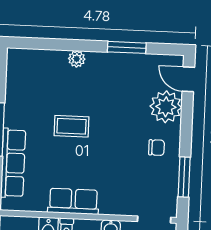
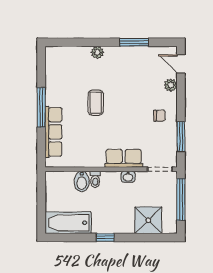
plant: (166, 107) -> (171, 85), width x0.53, depth x0.53
coffee table: (72, 126) -> (96, 103), turned 90
row of seats: (73, 201) -> (124, 158), moved

